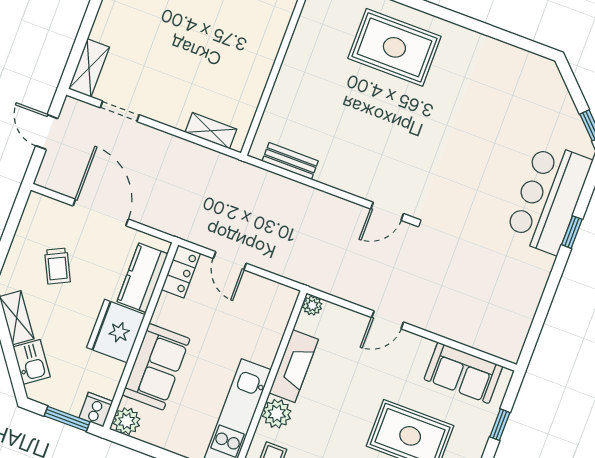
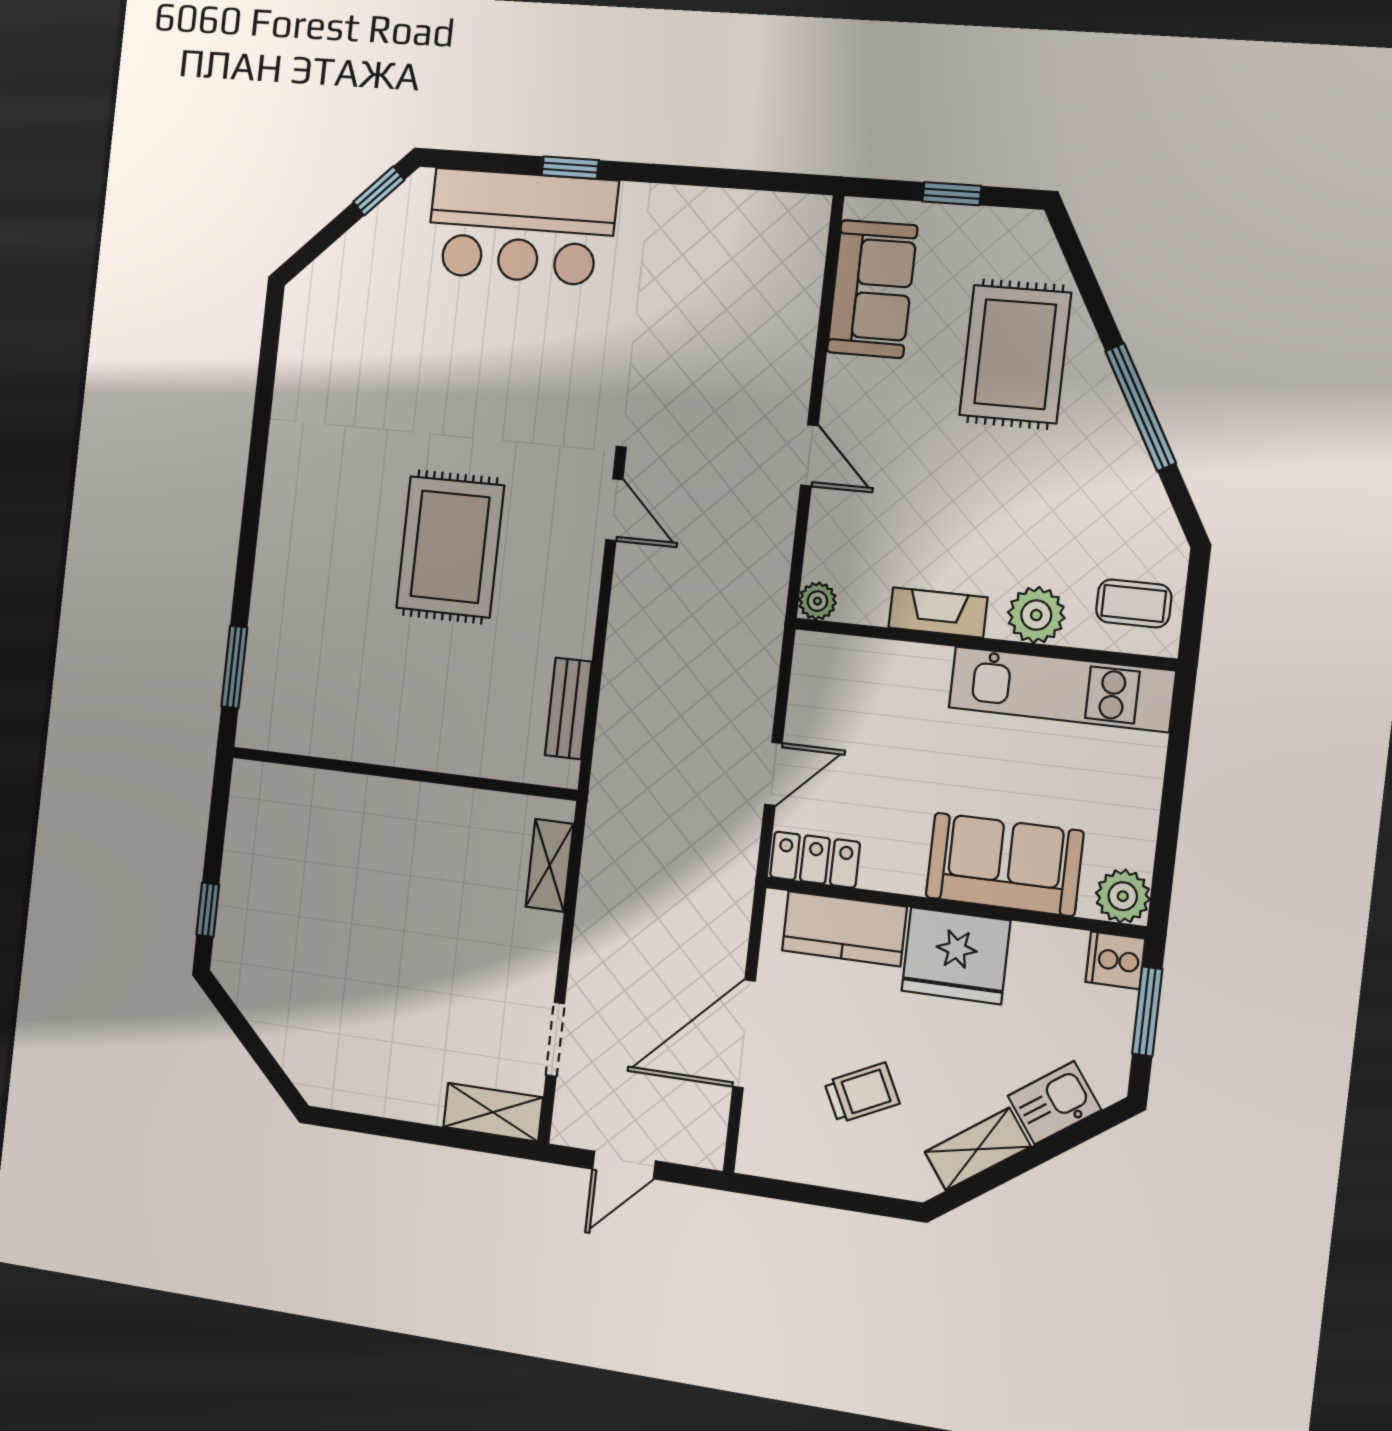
rug: (394, 47) -> (450, 547), moved
fireplace: (294, 366) -> (938, 613), width x0.73, depth x0.76

